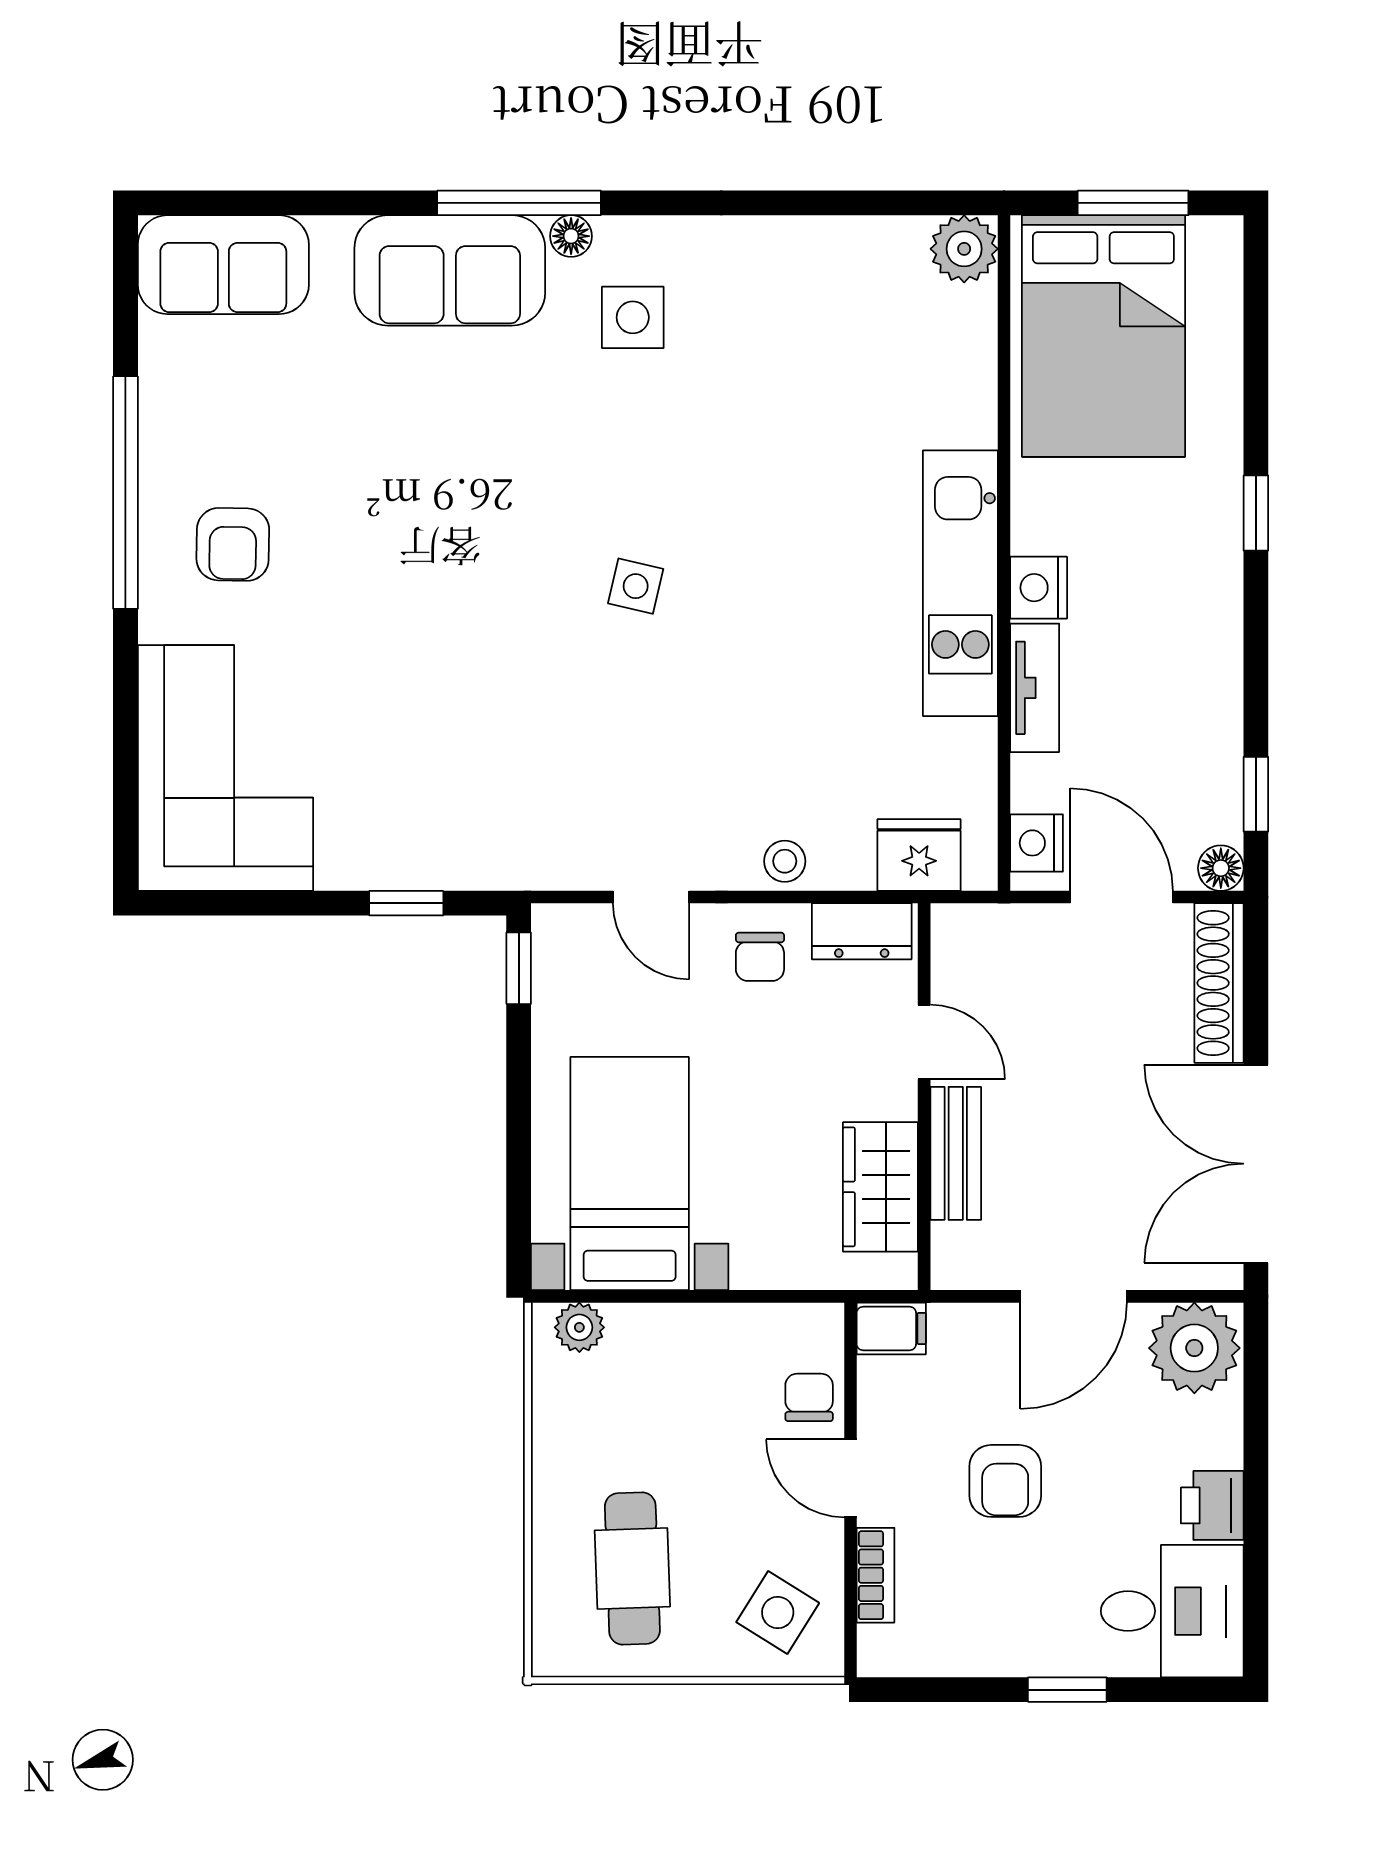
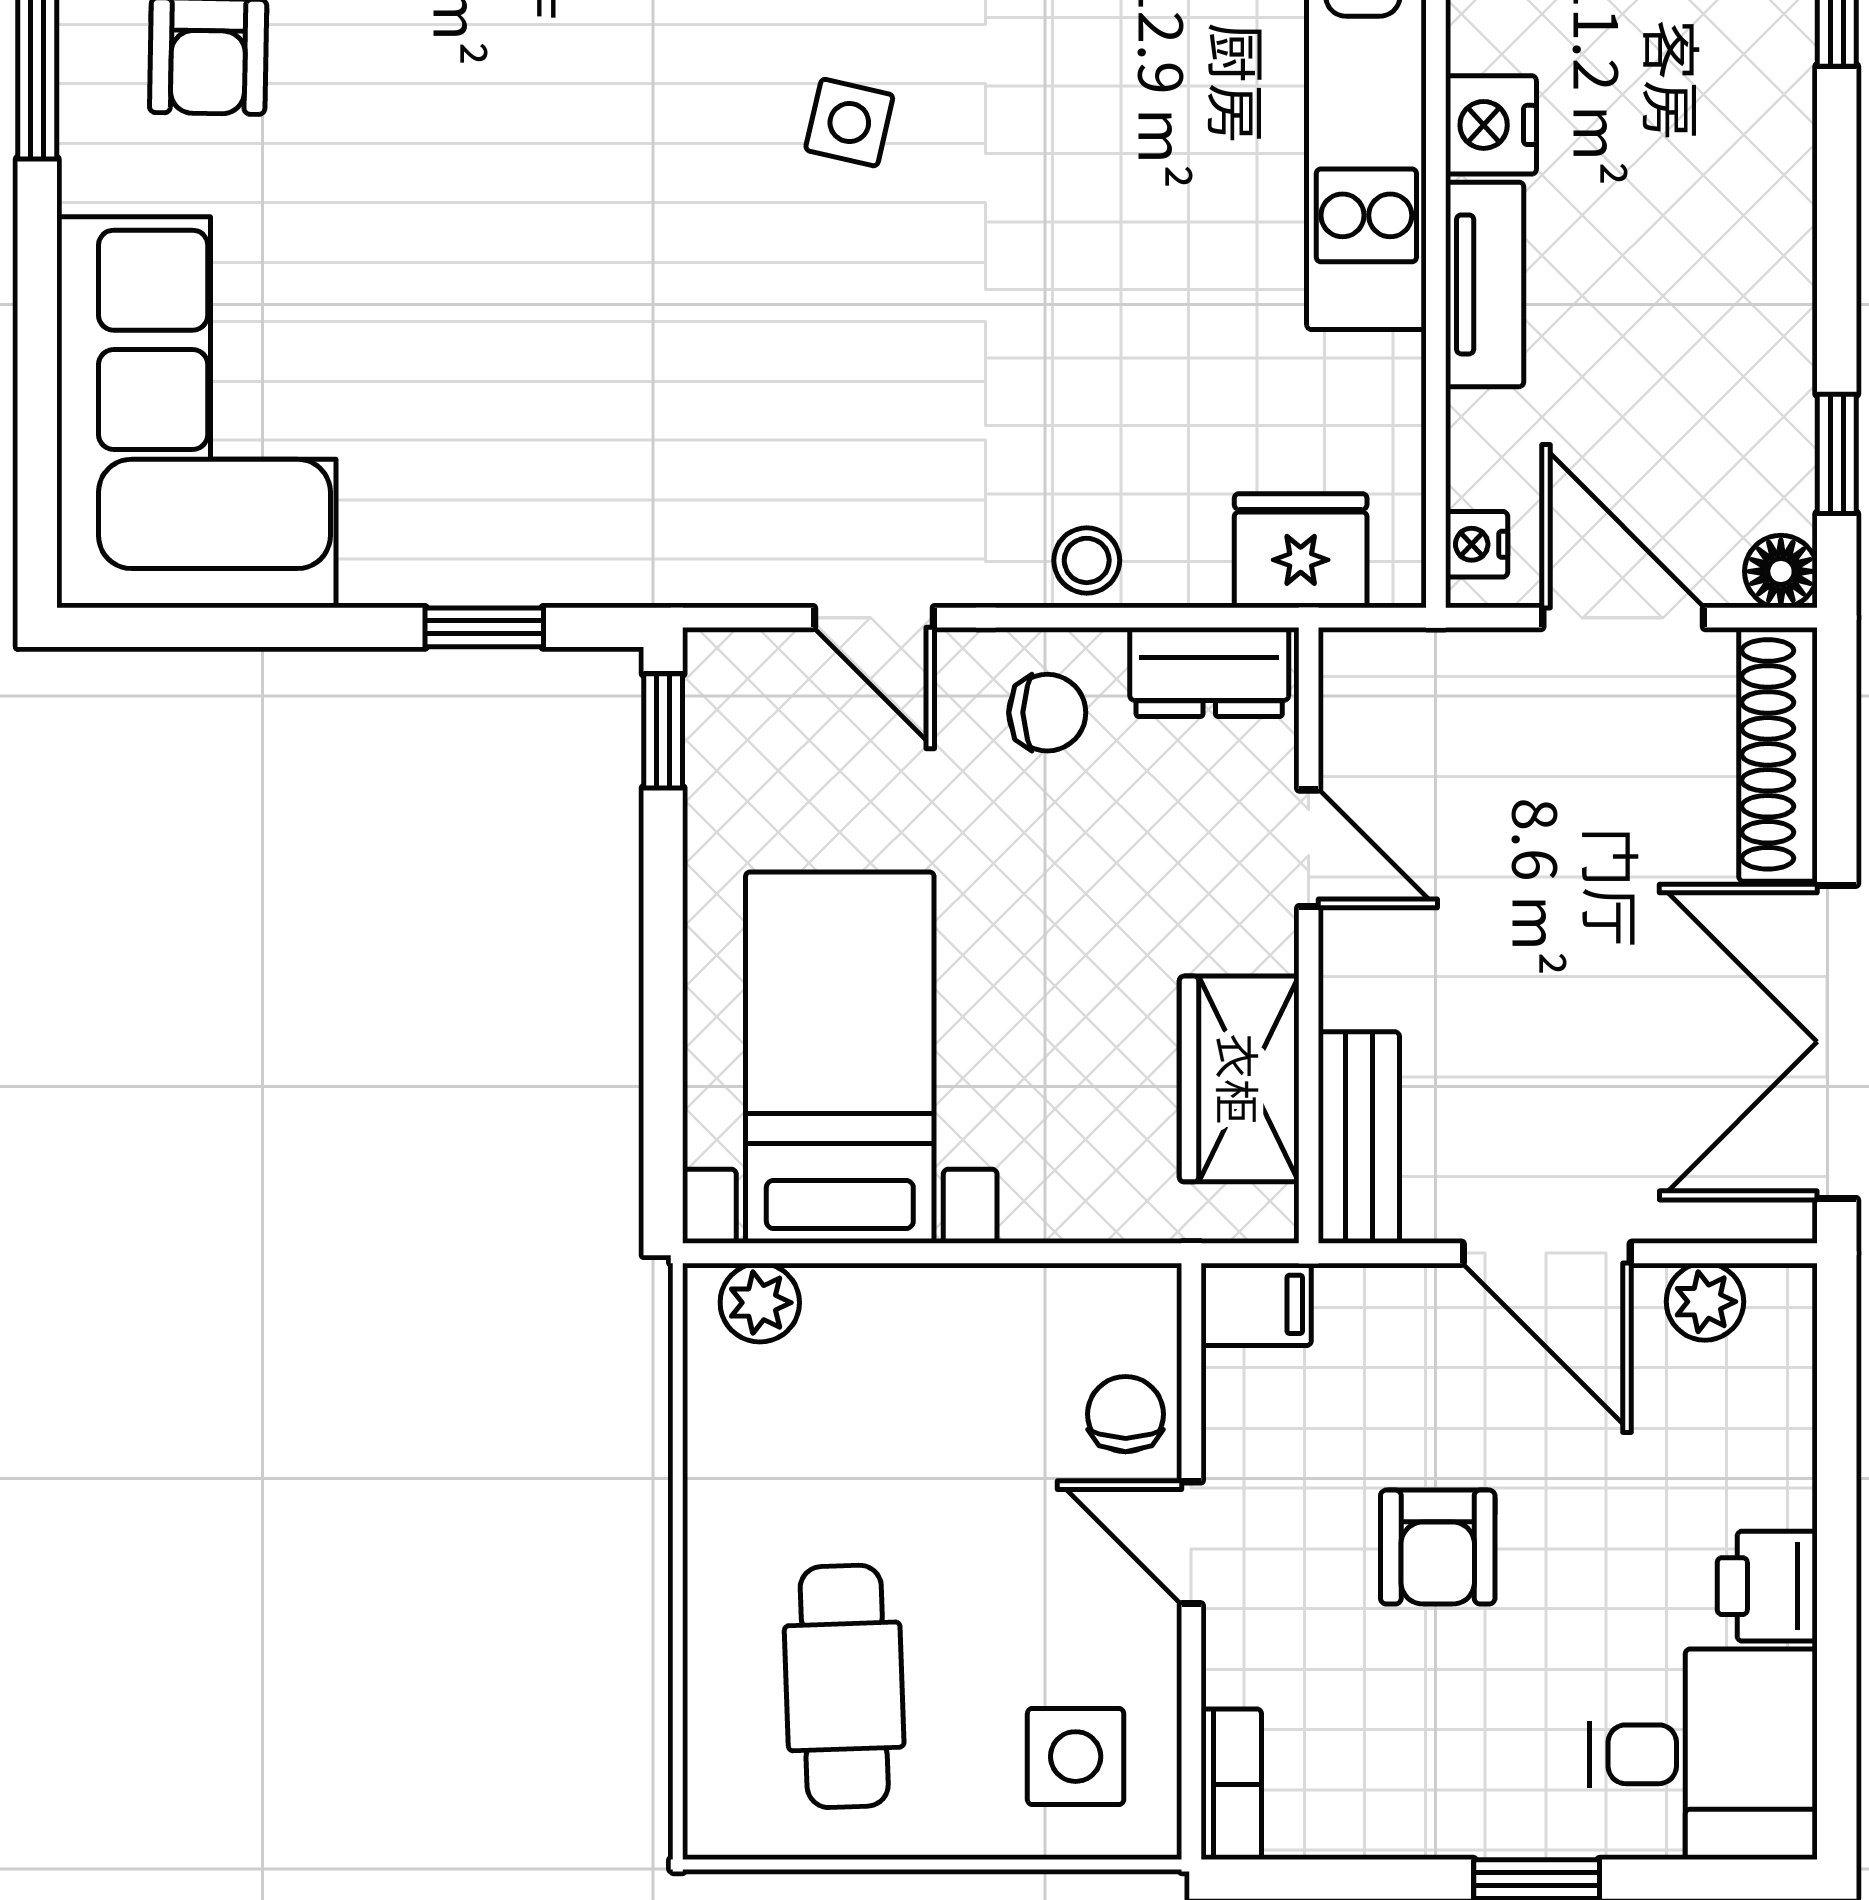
nightstand: (1037, 843) -> (1477, 544), width x0.72, depth x0.74
chair: (760, 957) -> (1047, 713), turned -90
bench: (956, 1153) -> (1359, 1138), moved
door: (1074, 1296) -> (1547, 1253), hinge flipped
plant: (1194, 1348) -> (1705, 1302), width x0.53, depth x0.53
bookcase: (876, 1575) -> (1231, 1784), moved
side table: (778, 1613) -> (1076, 1757), turned -32

